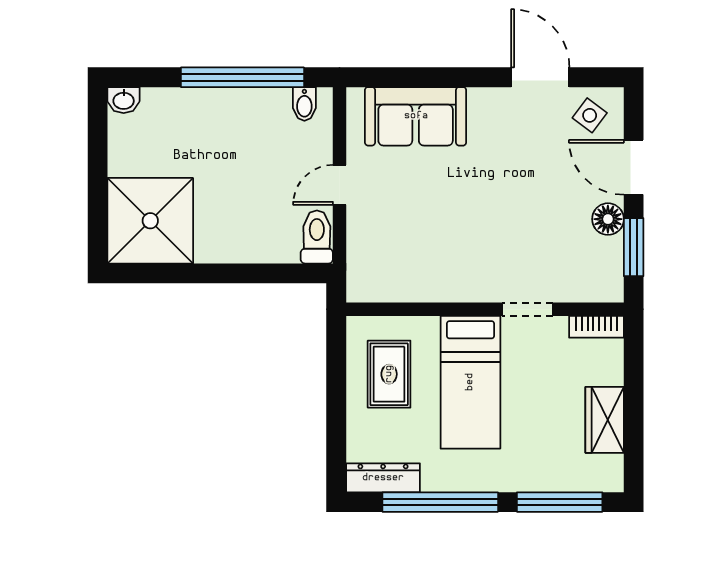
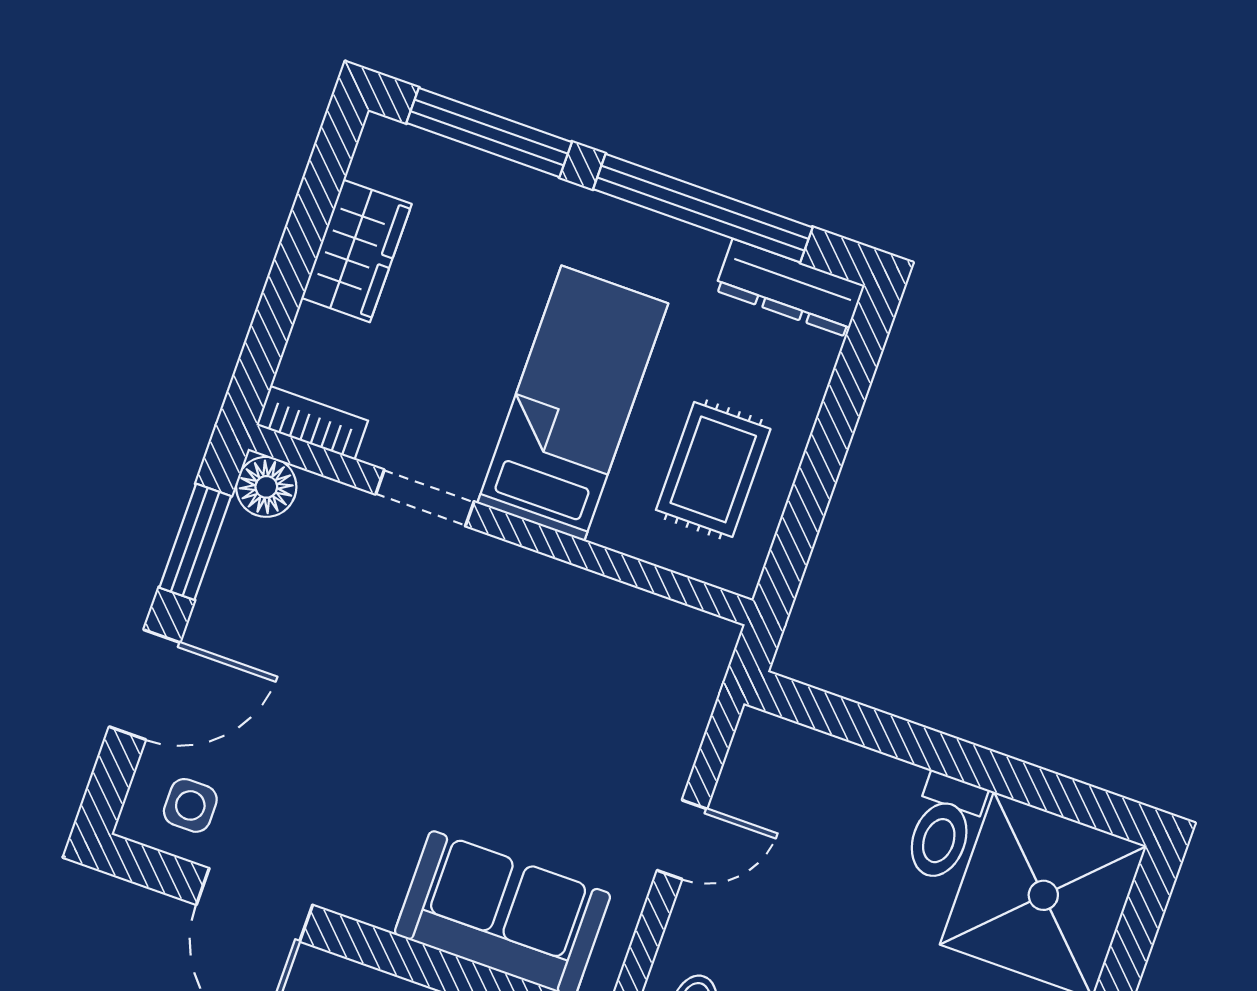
side table: (590, 115) -> (190, 805), turned -37
door: (634, 167) -> (145, 685), hinge flipped
floor lamp: (608, 219) -> (266, 487), moved
toilet: (317, 237) -> (943, 827), moved

